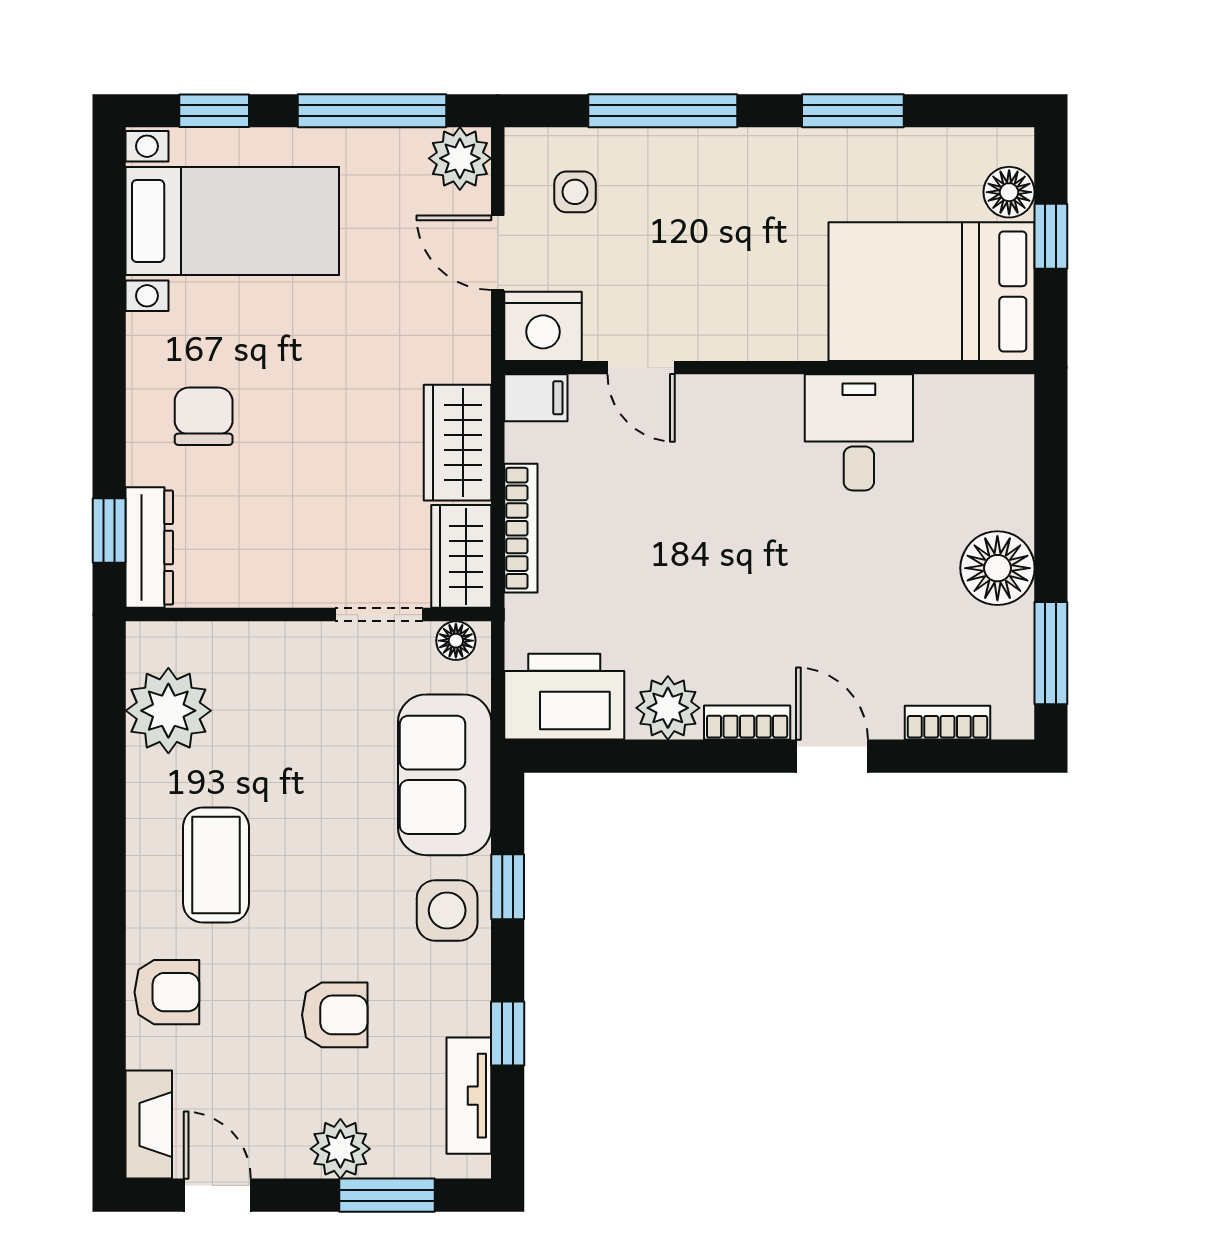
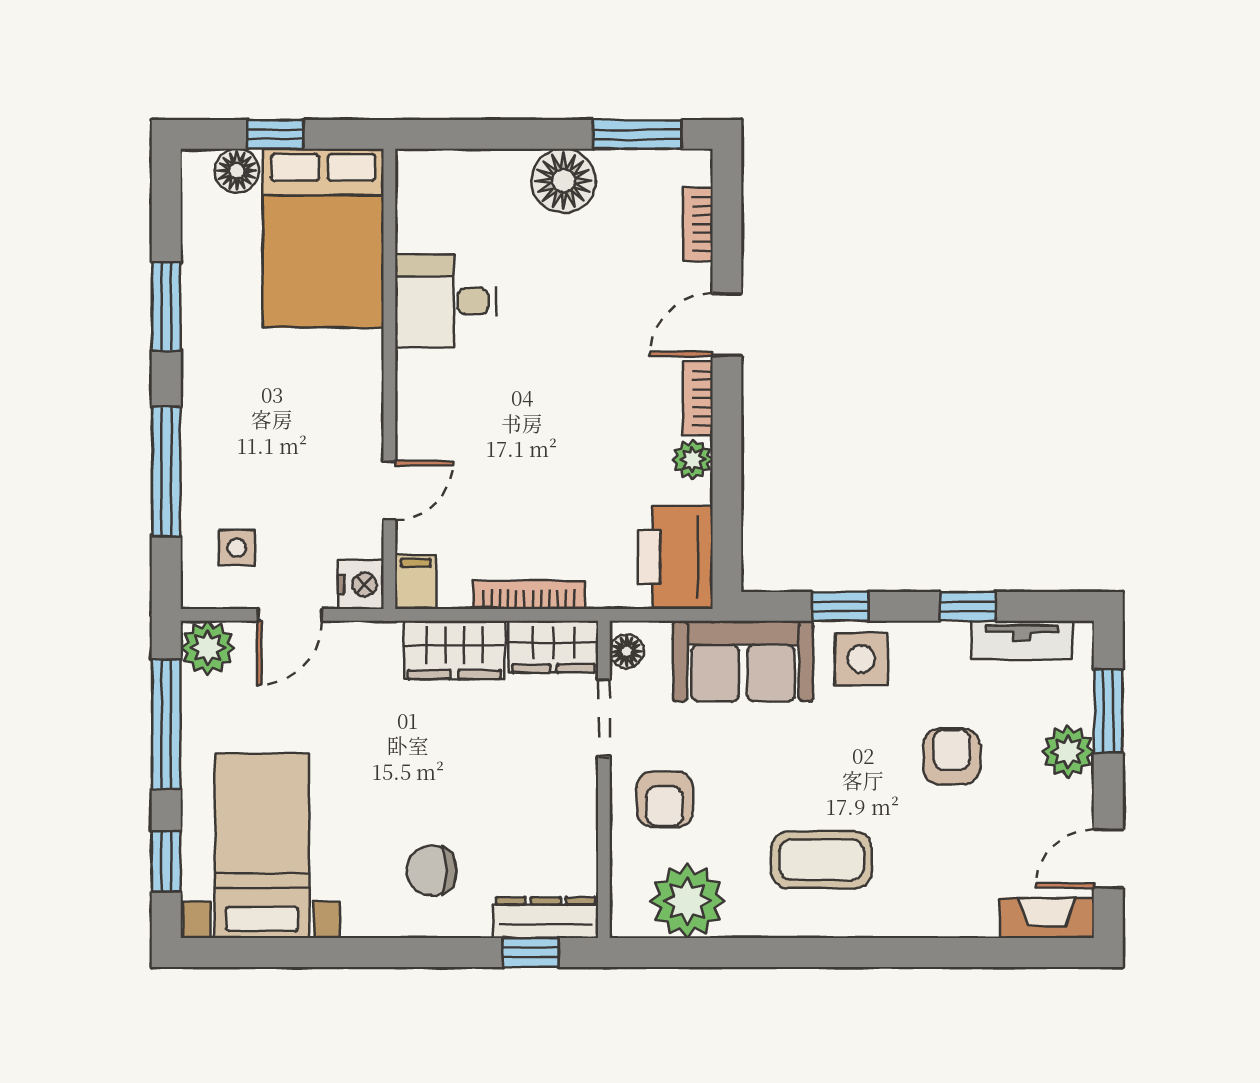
nightstand: (543, 326) -> (361, 585), width x0.74, depth x0.75
plant: (668, 708) -> (692, 460), width x0.73, depth x0.73
armchair: (167, 992) -> (665, 799), moved, turned 180

